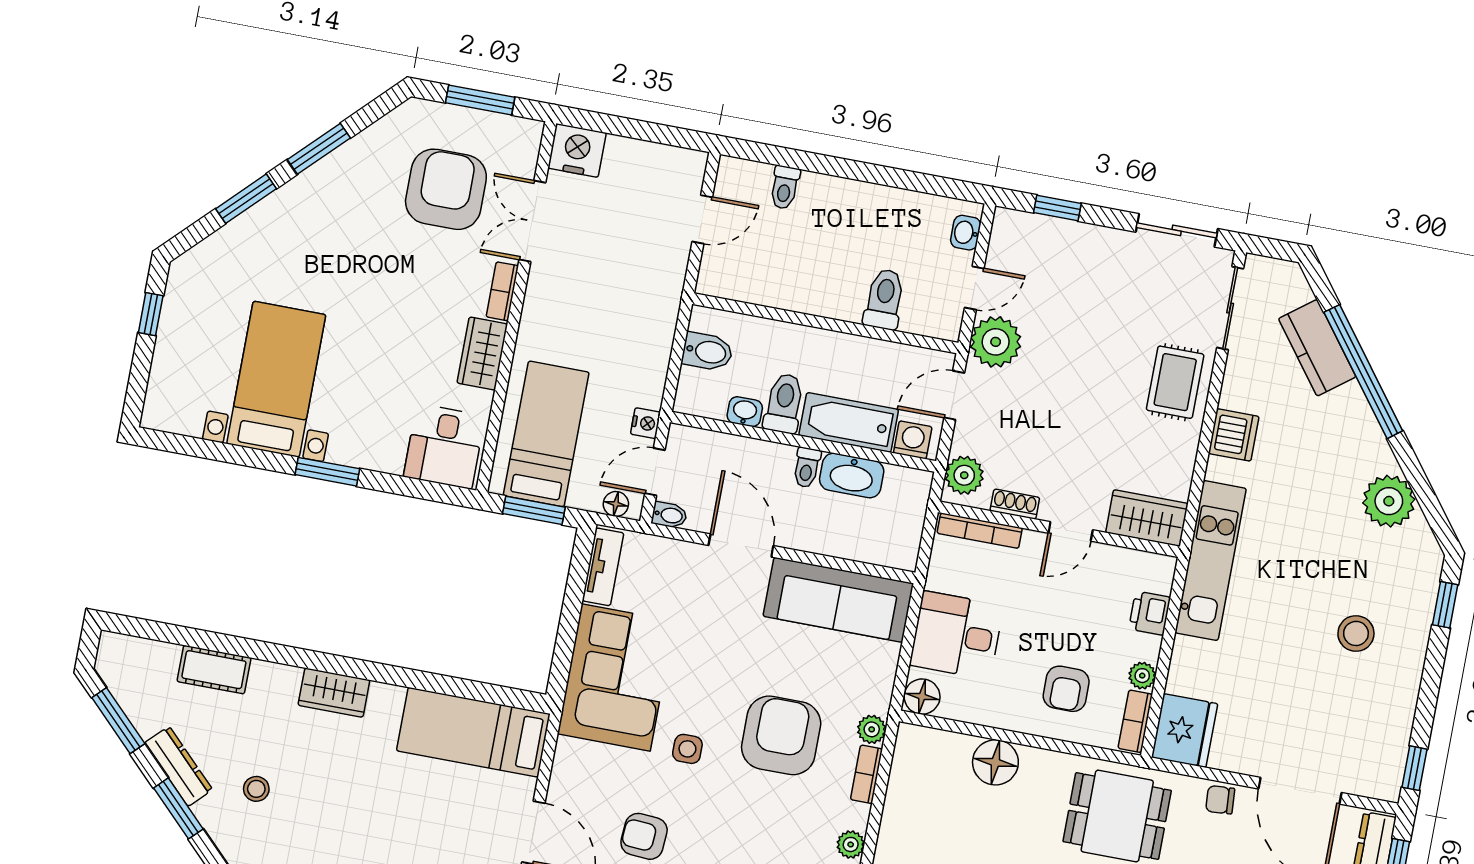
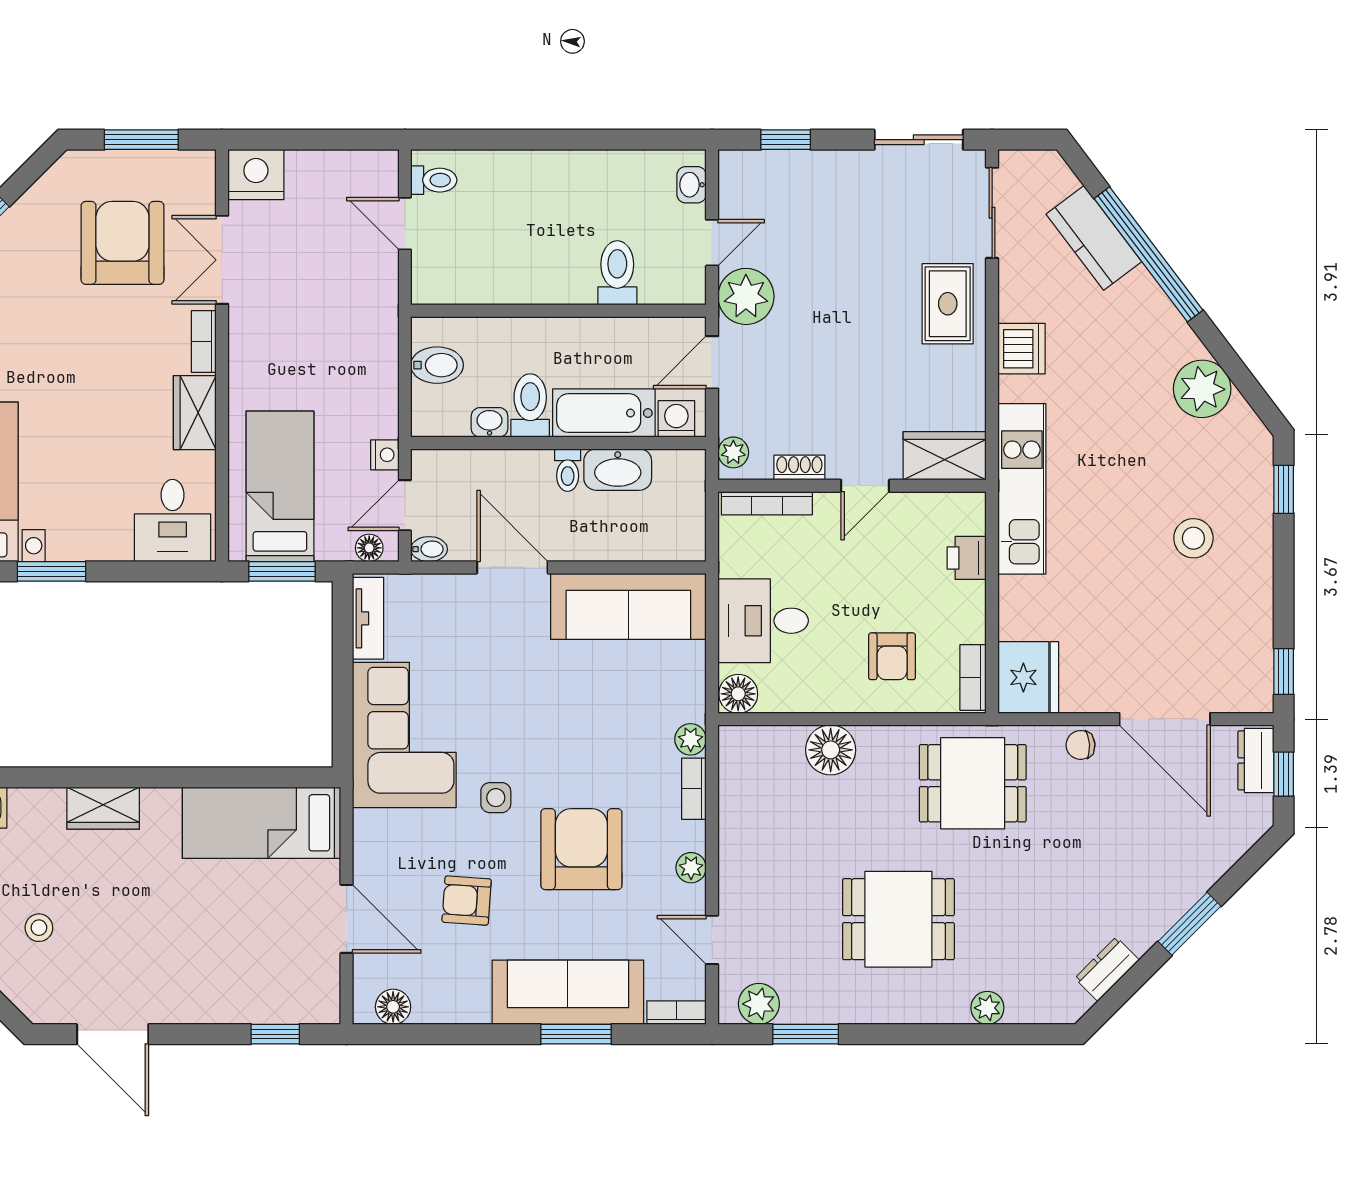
toilet: (785, 187) -> (434, 180), moved, turned -90
door: (702, 219) -> (405, 224), swing flipped
plant: (964, 475) -> (733, 452), width x0.73, depth x0.73
plant: (1142, 676) -> (971, 627), removed
armchair: (781, 735) -> (581, 849), moved

